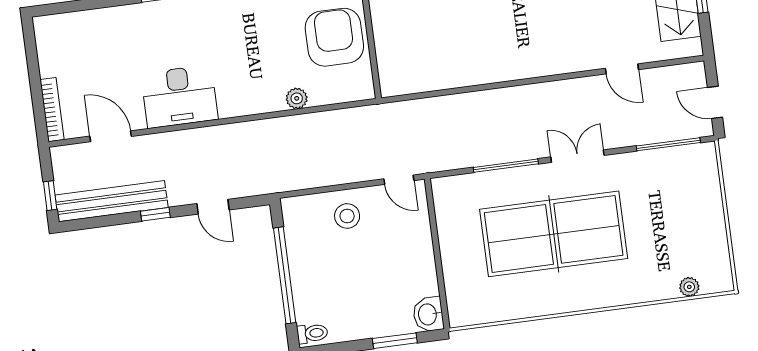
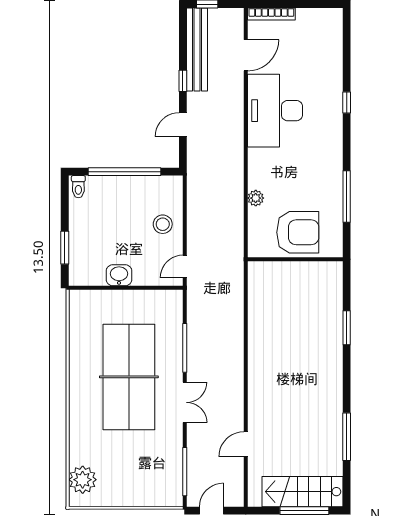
desk: (180, 96) -> (275, 111), width x1.36, depth x1.30
plant: (689, 287) -> (83, 480), width x1.87, depth x1.87
washbasin: (428, 314) -> (119, 275), moved

